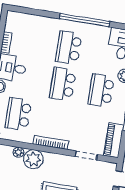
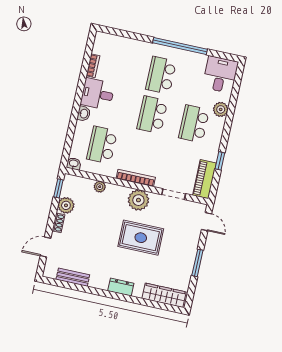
plant: (33, 159) -> (138, 200), moved

